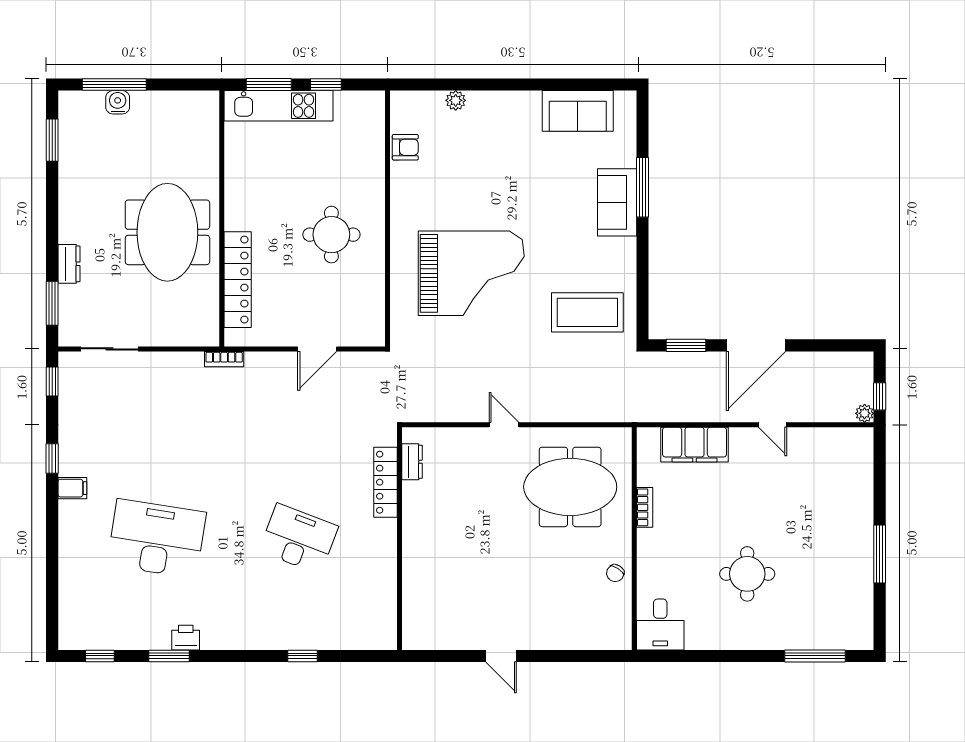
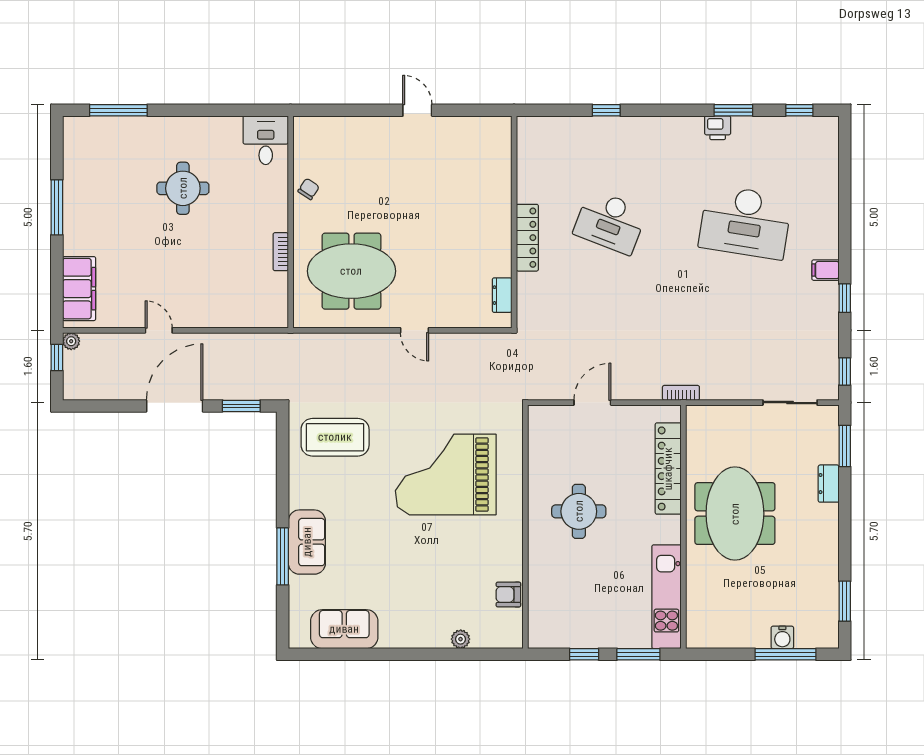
kitchen unit: (278, 106) -> (666, 597), moved, turned -90
filing cabinet: (695, 445) -> (79, 289), moved, turned 90
locker: (385, 482) -> (527, 238), moved

